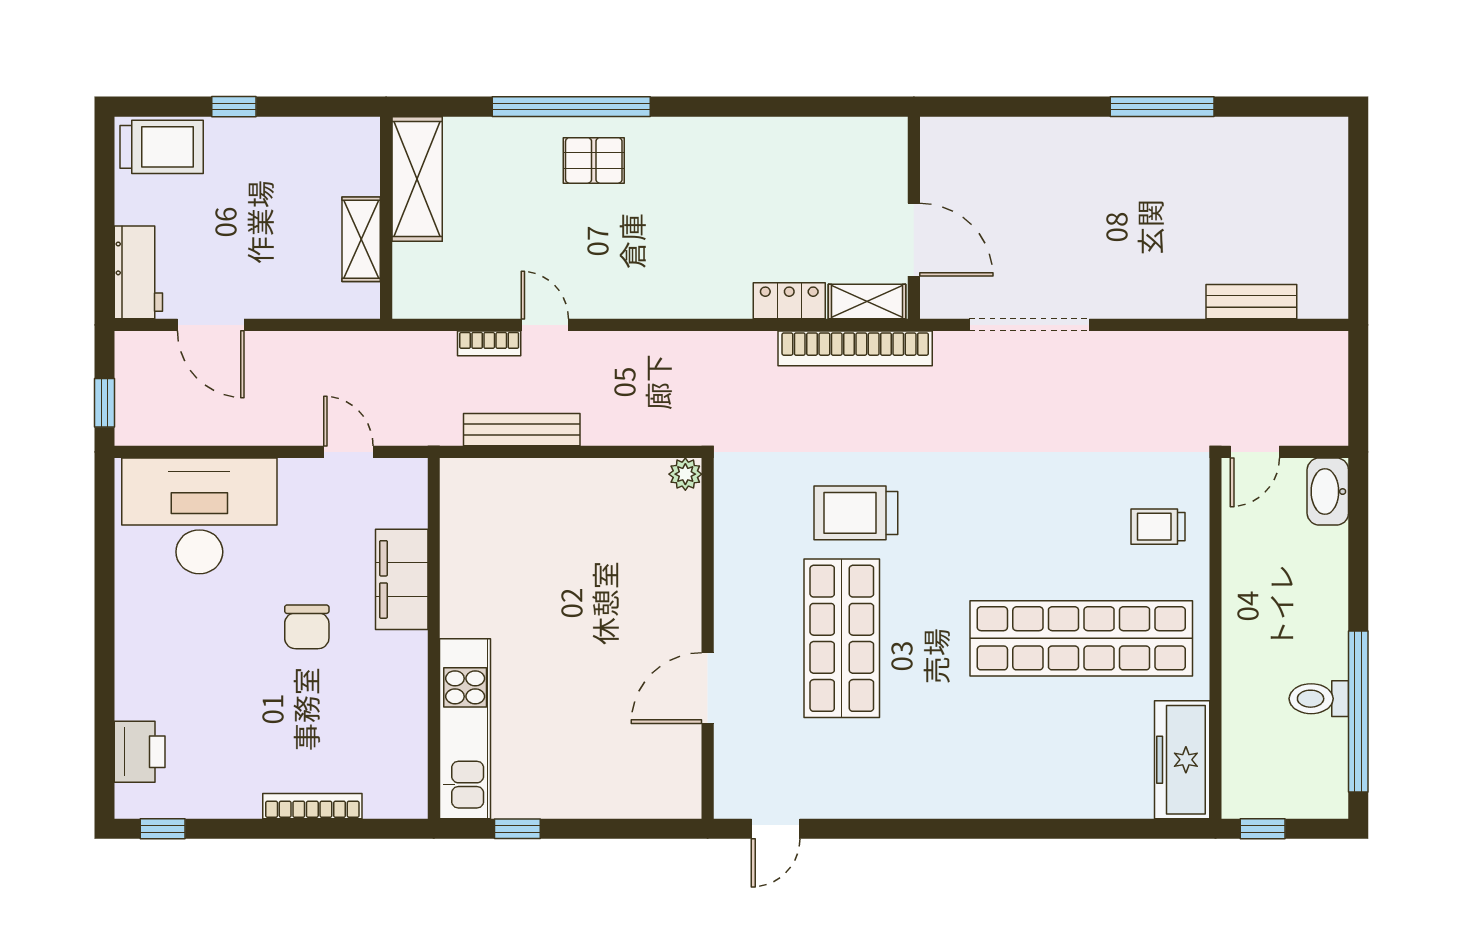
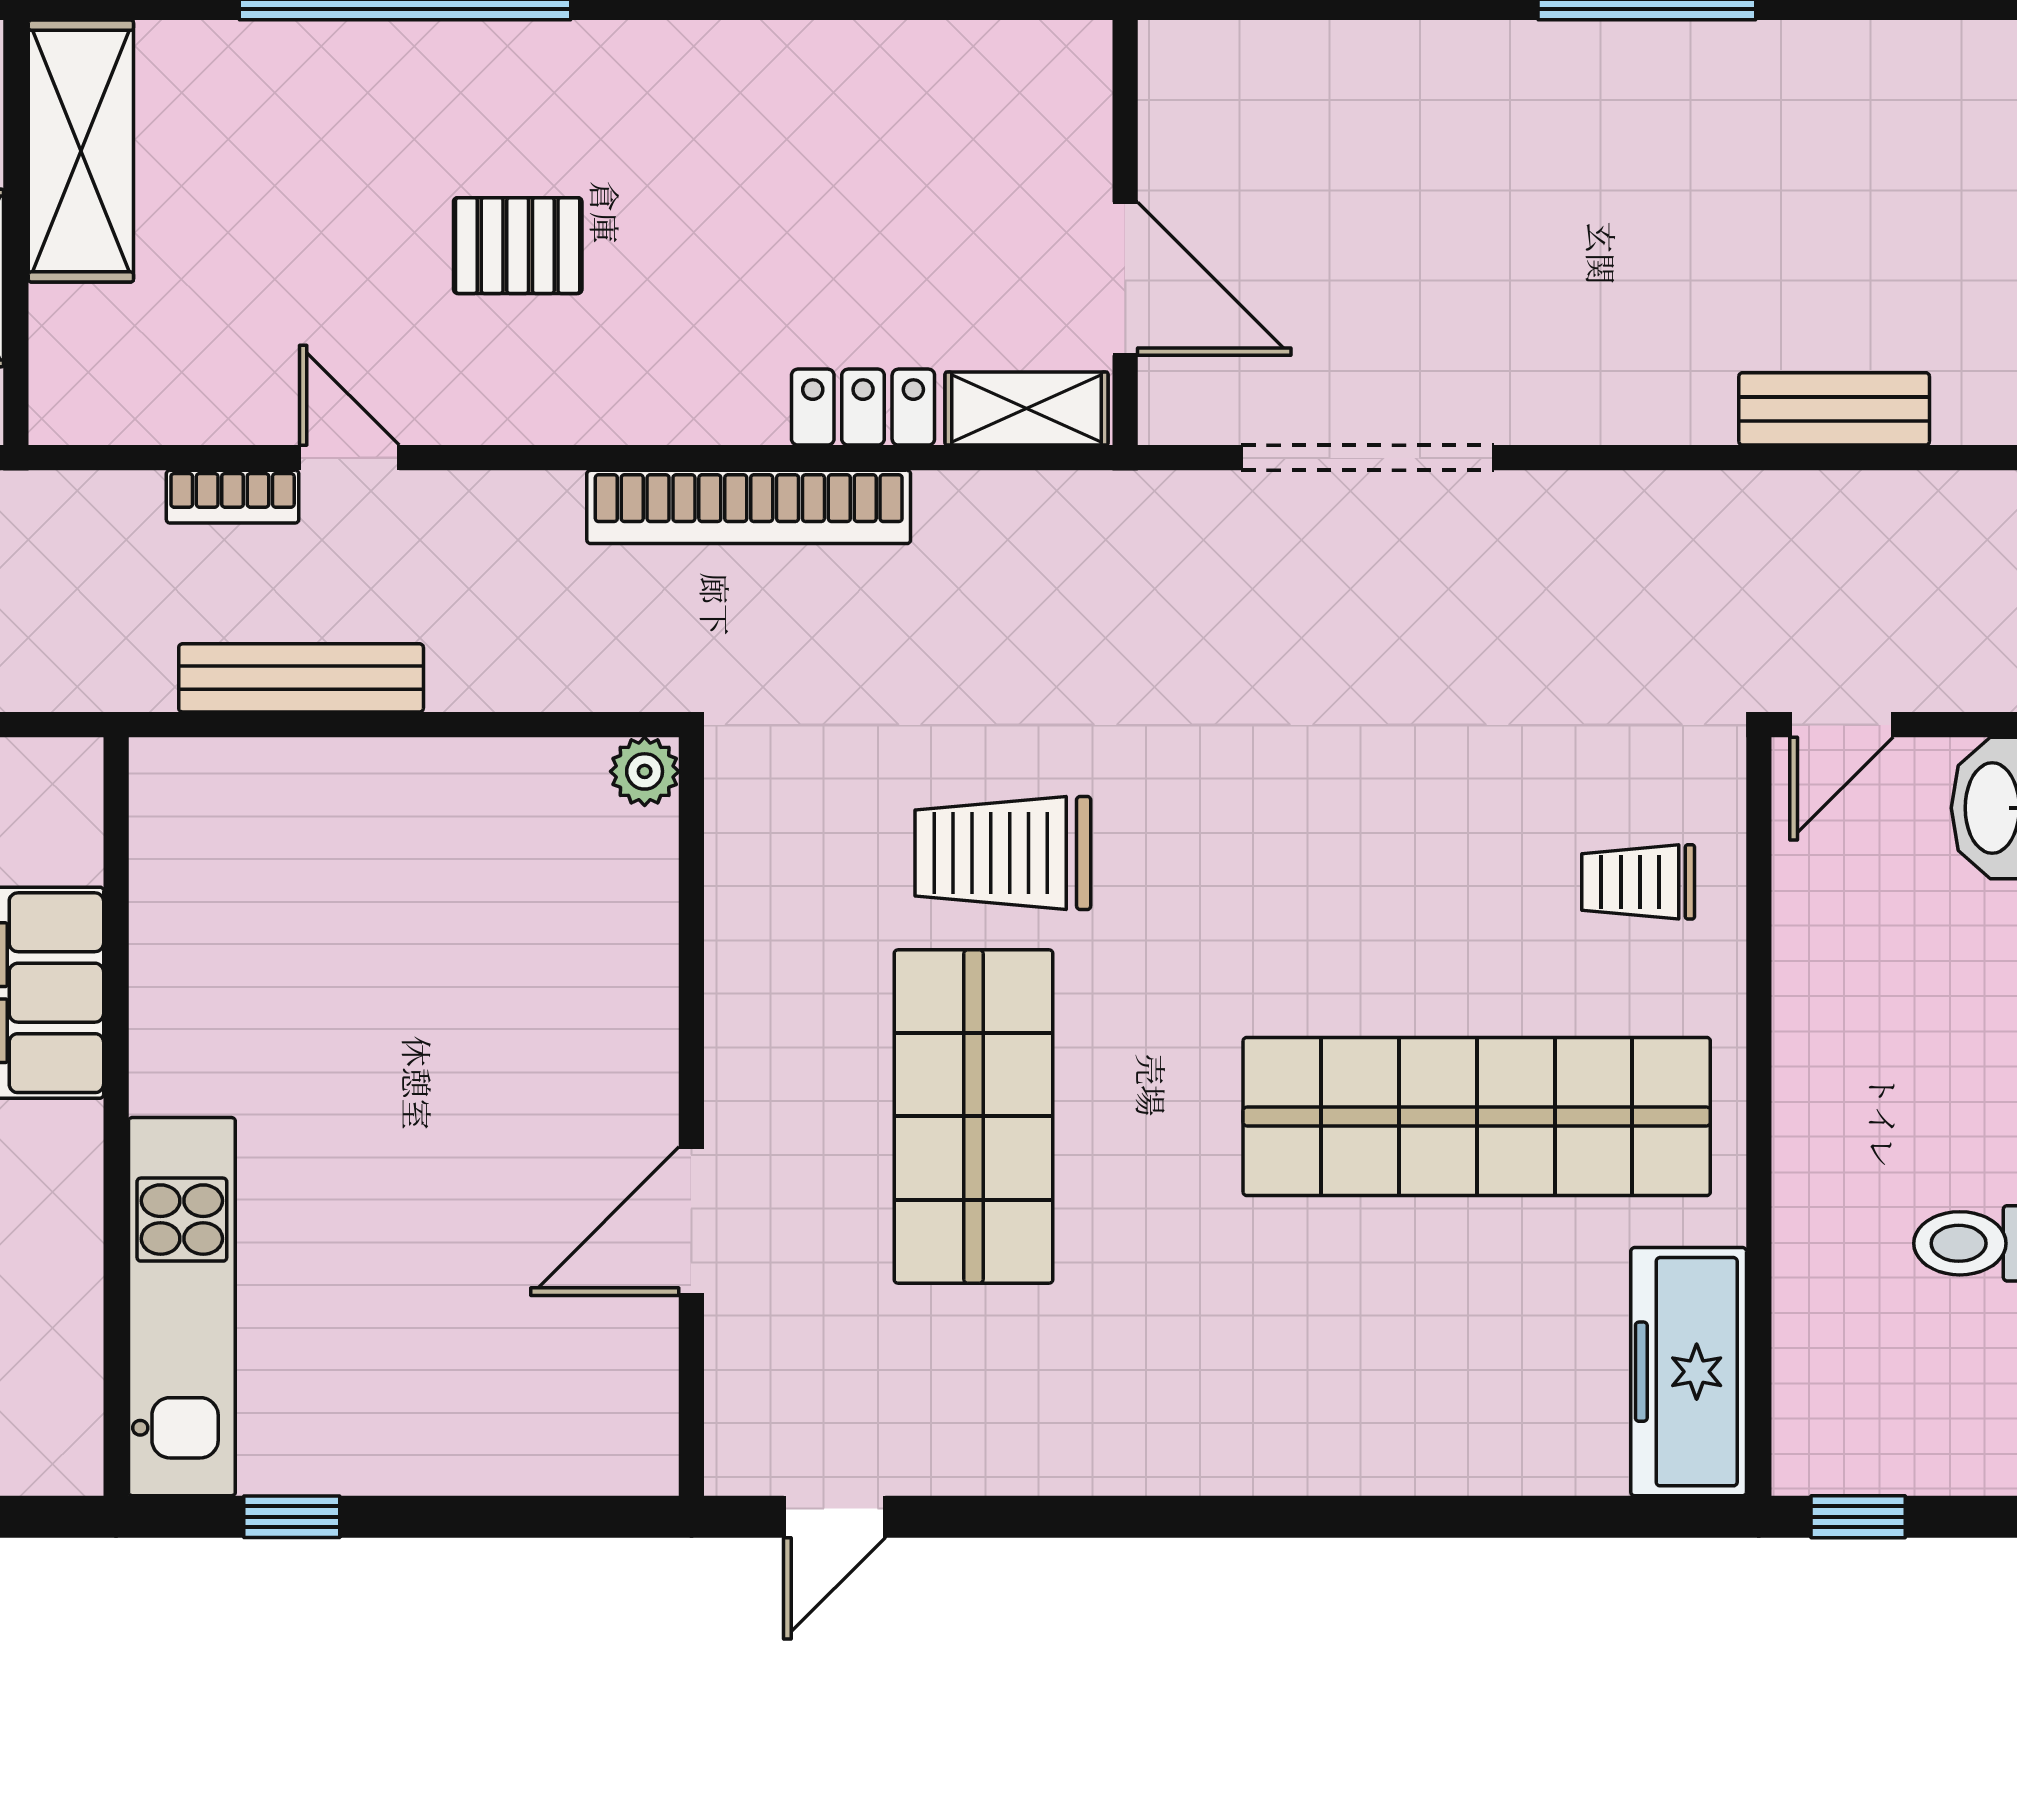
pallet: (594, 160) -> (518, 246), moved
bookcase: (855, 348) -> (749, 507), moved

